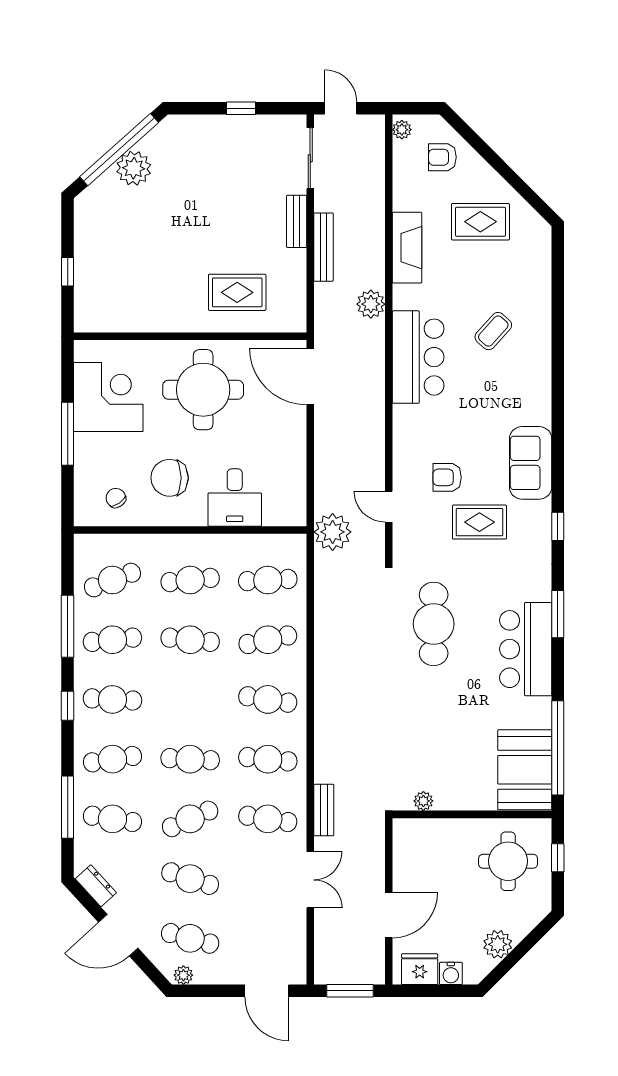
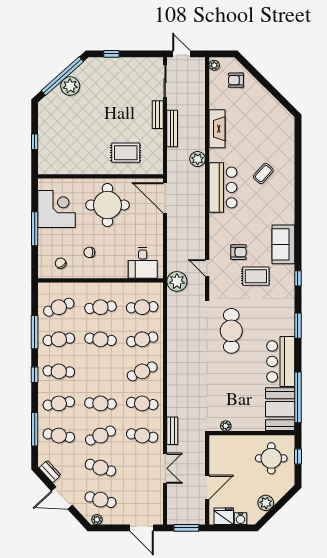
window: (241, 108) -> (111, 54), moved
rug: (480, 222) -> (256, 115), removed
armchair: (447, 477) -> (238, 252), turned 180
chair: (170, 478) -> (89, 252), width x0.54, depth x0.54
desk: (235, 498) -> (143, 263), moved
bar counter: (526, 649) -> (281, 361), moved
cafe table: (268, 699) -> (142, 371), turned -33

